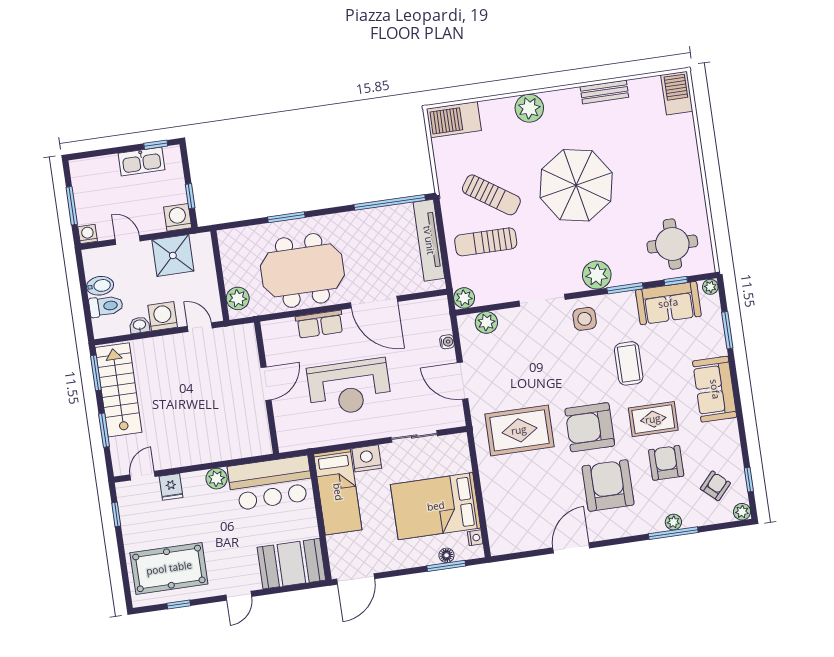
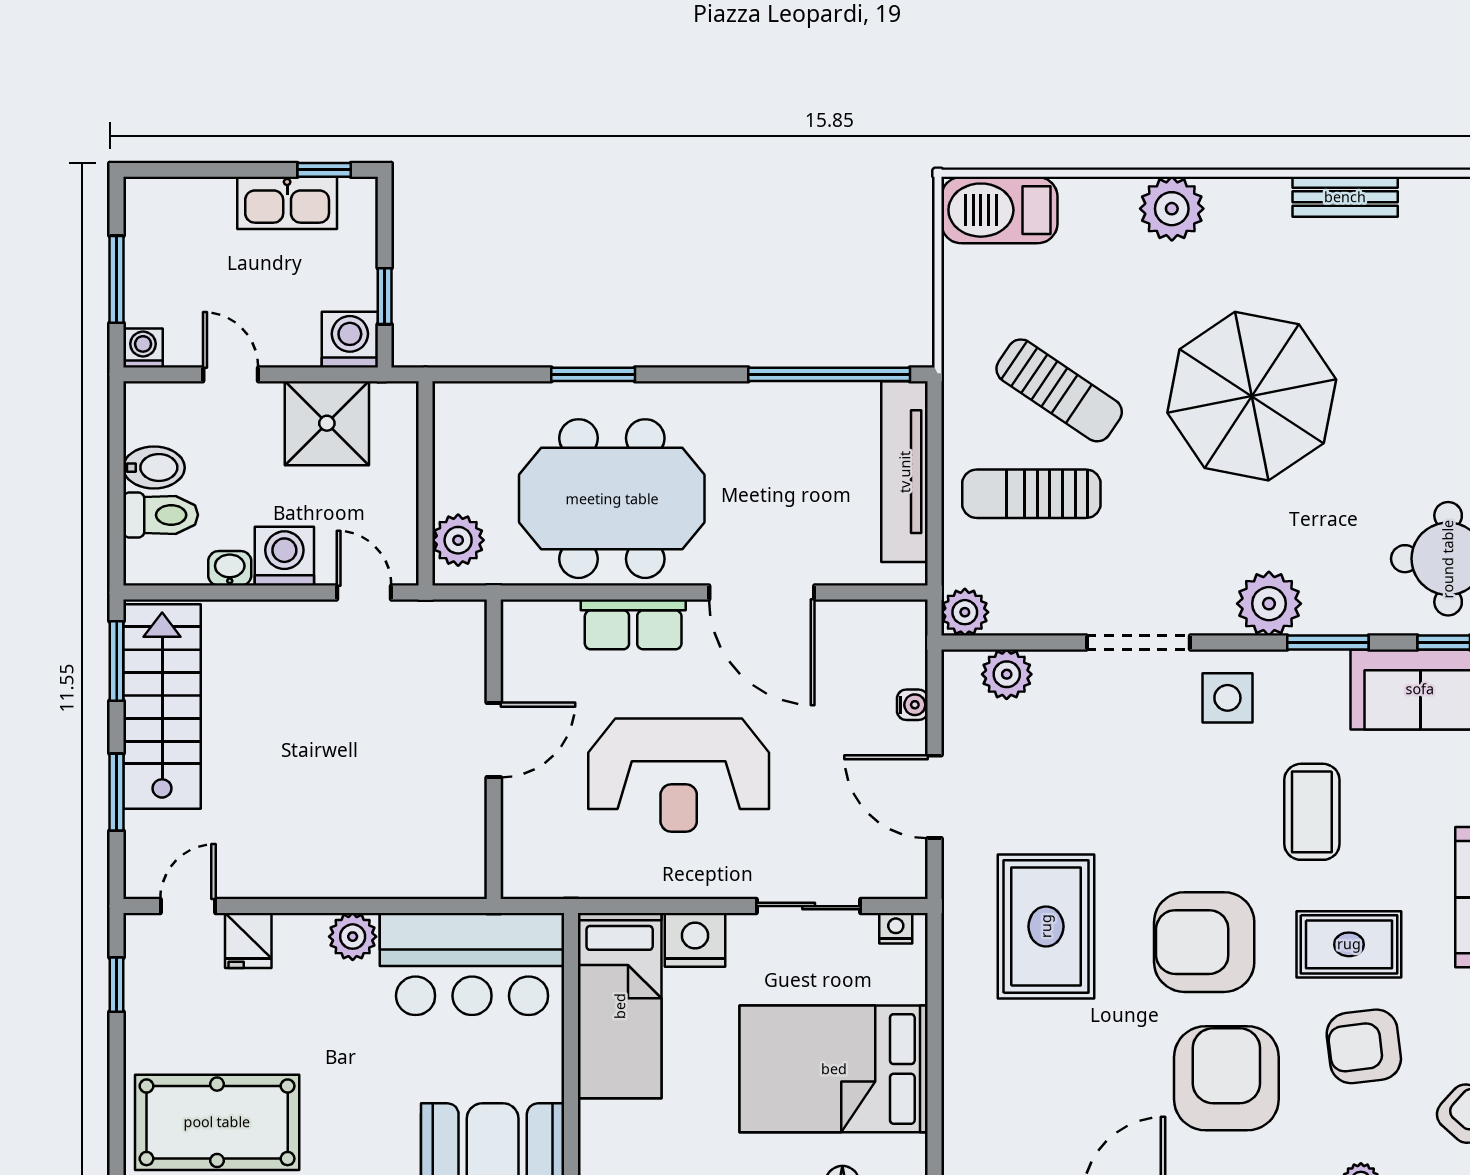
rug: (519, 430) -> (1046, 926), turned 90
armchair: (666, 463) -> (1364, 1046), turned -97
nightstand: (475, 538) -> (896, 928), moved, turned -90

